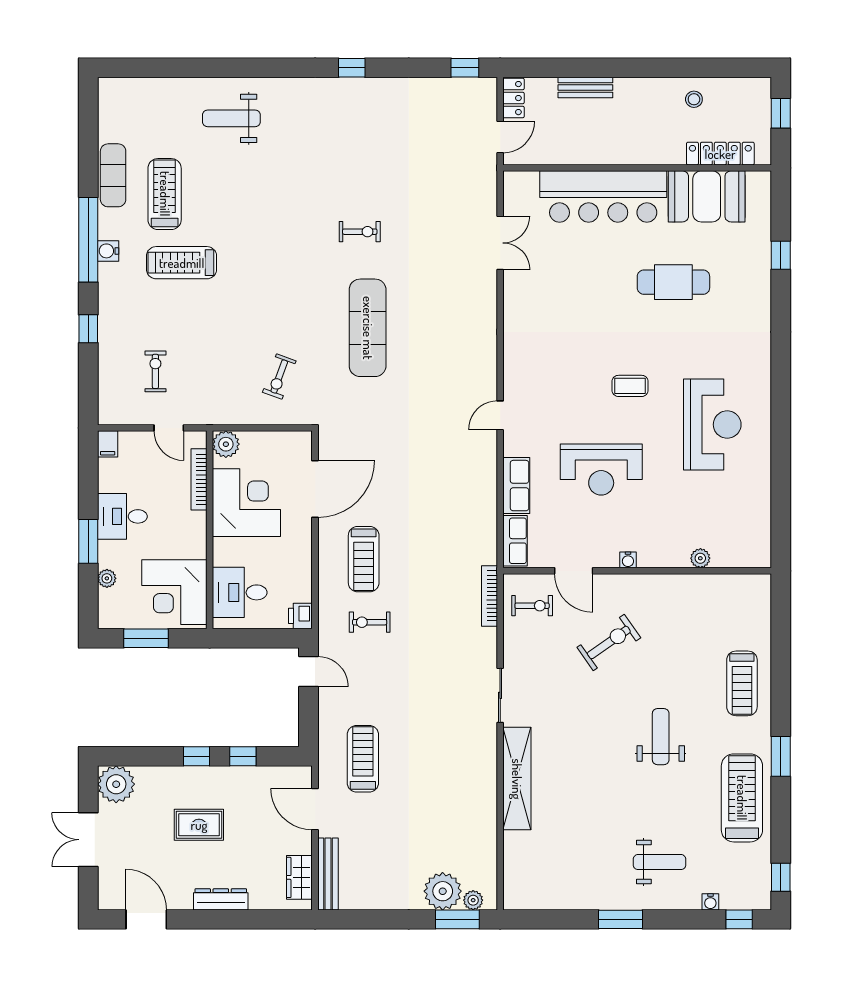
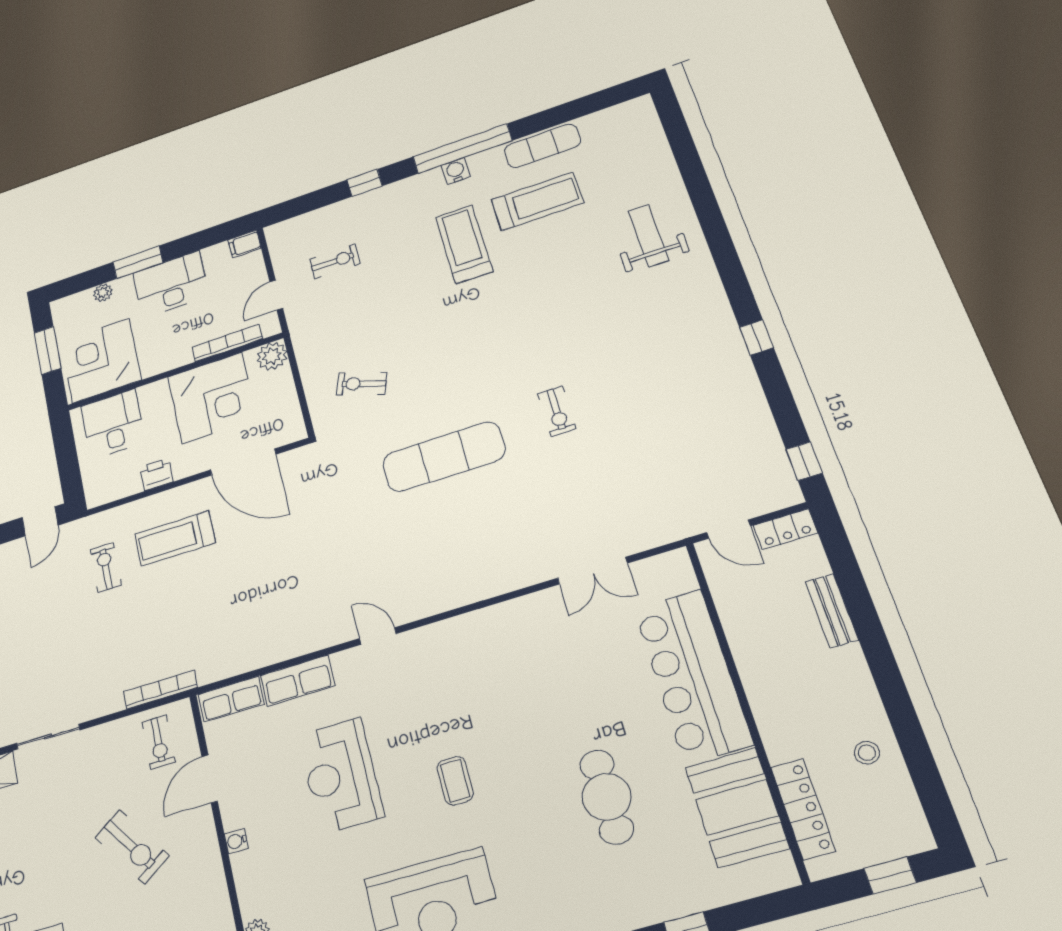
desk: (122, 516) -> (171, 284), width x1.37
printer: (300, 616) -> (157, 474), moved

